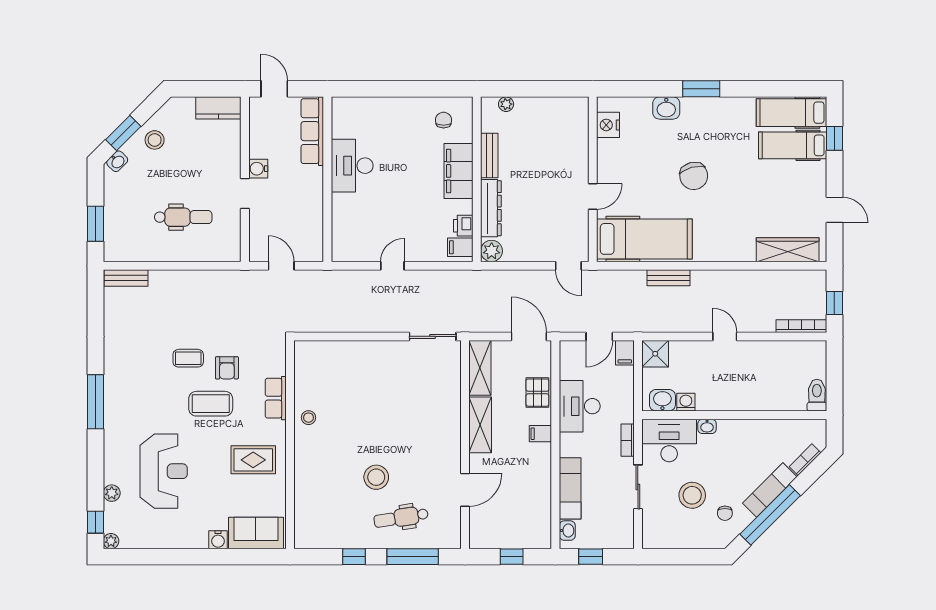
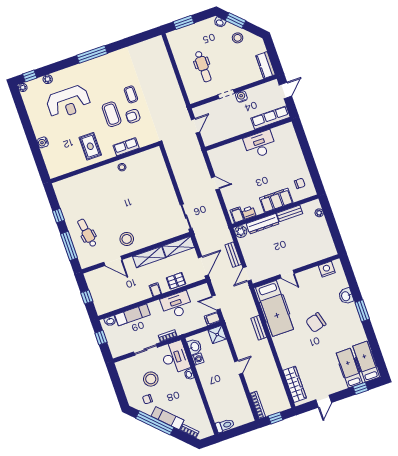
bench: (126, 278) -> (233, 255), moved
stool: (376, 477) -> (127, 239), moved
sofa: (256, 533) -> (53, 161), removed

